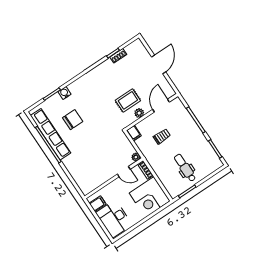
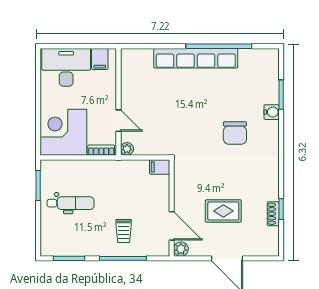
rug: (128, 100) -> (223, 211), moved, turned 90
plant: (139, 113) -> (181, 249), moved
chair: (73, 120) -> (235, 133), moved
row of seats: (51, 134) -> (196, 58), moved
trolley: (162, 136) -> (124, 231), moved
door: (124, 172) -> (119, 121), swing flipped

